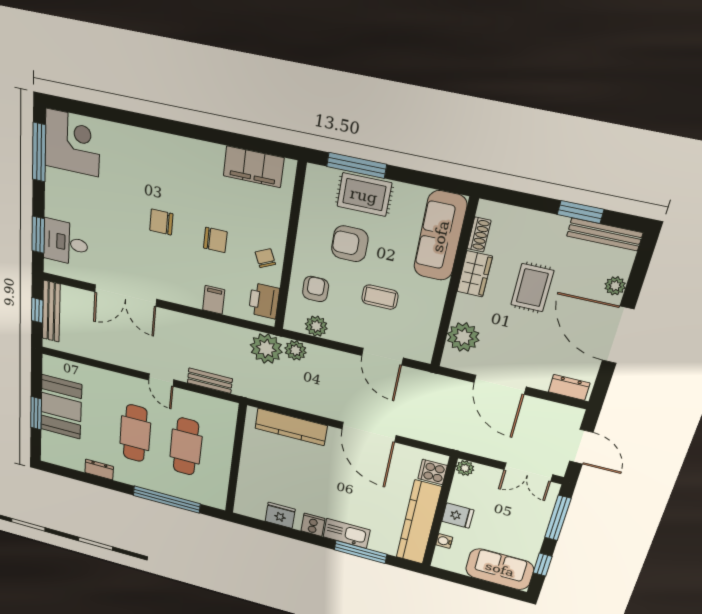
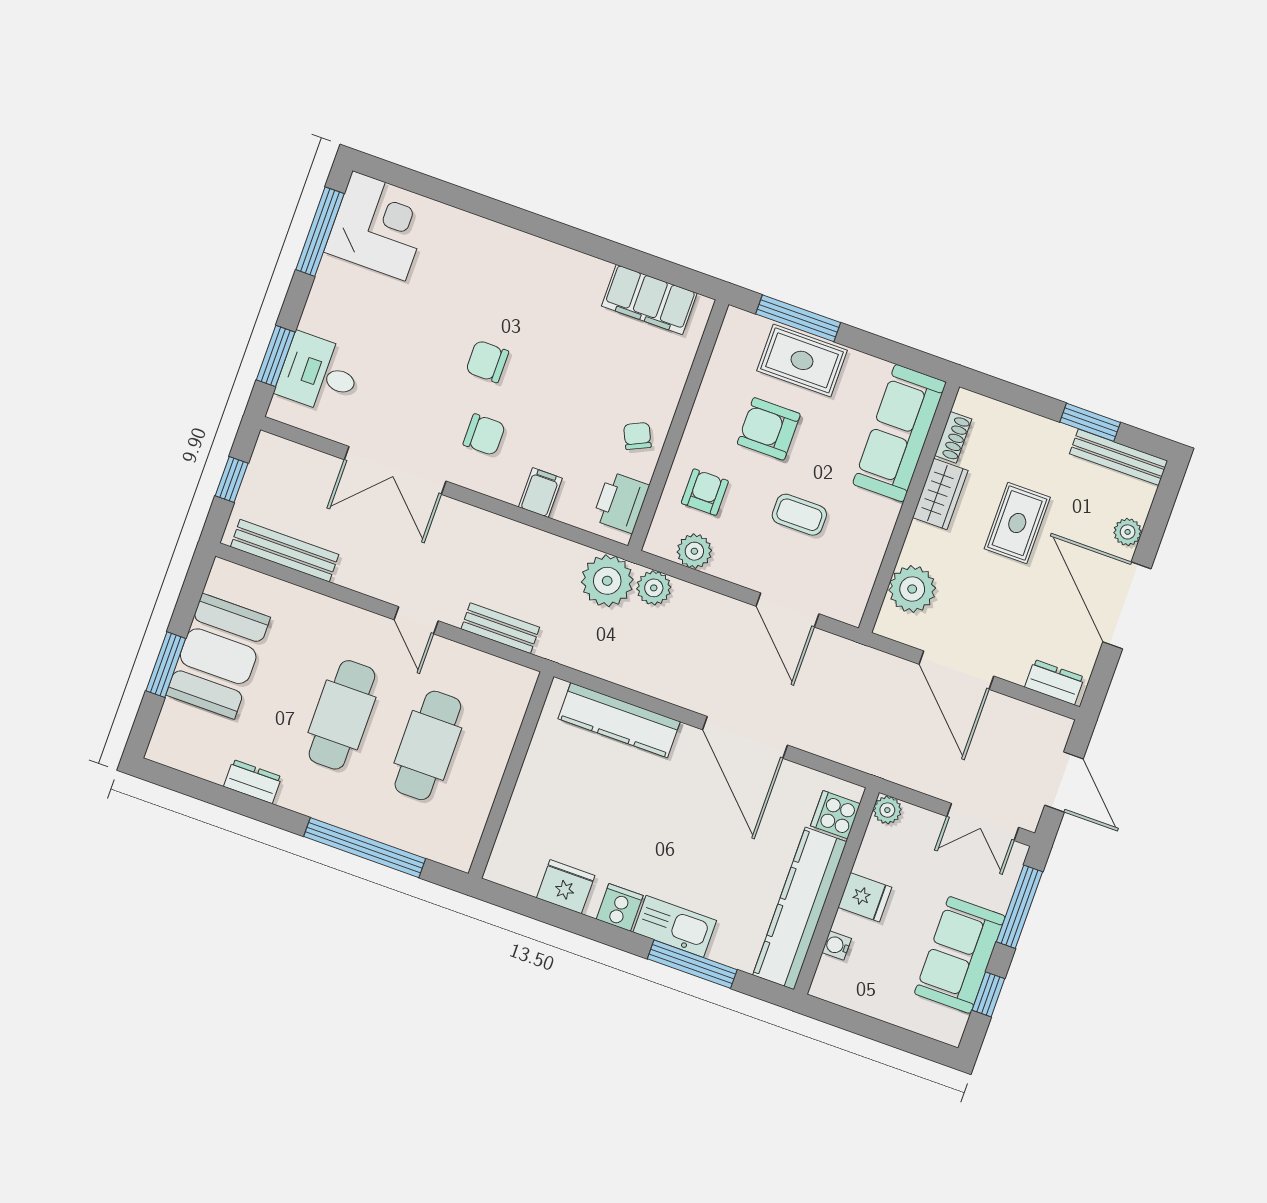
chair: (215, 240) -> (484, 435), moved
bench: (51, 311) -> (285, 551), moved, turned 90
sofa: (500, 569) -> (960, 955), moved, turned -90

